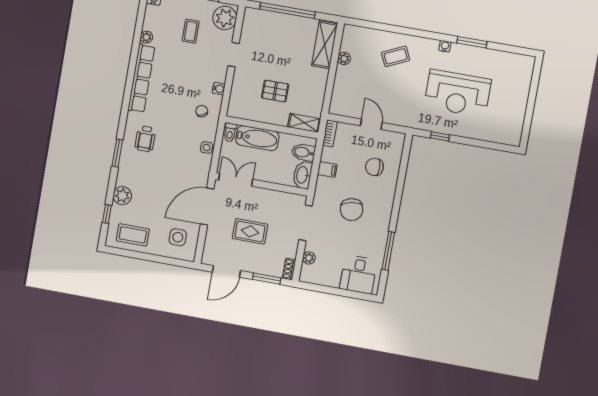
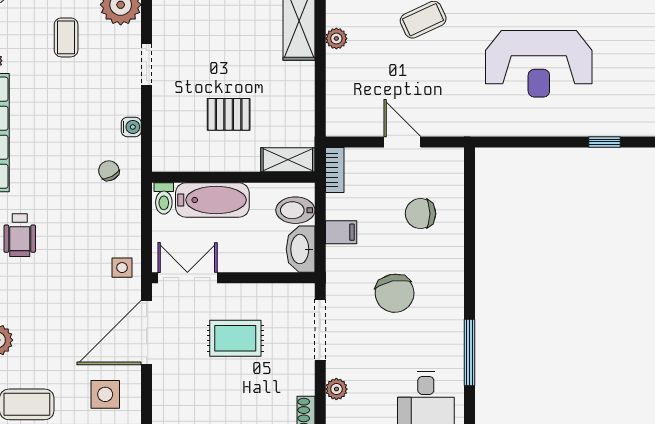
window: (440, 136) -> (605, 142), moved
side table: (207, 147) -> (122, 268), moved
rug: (250, 231) -> (235, 338), moved

